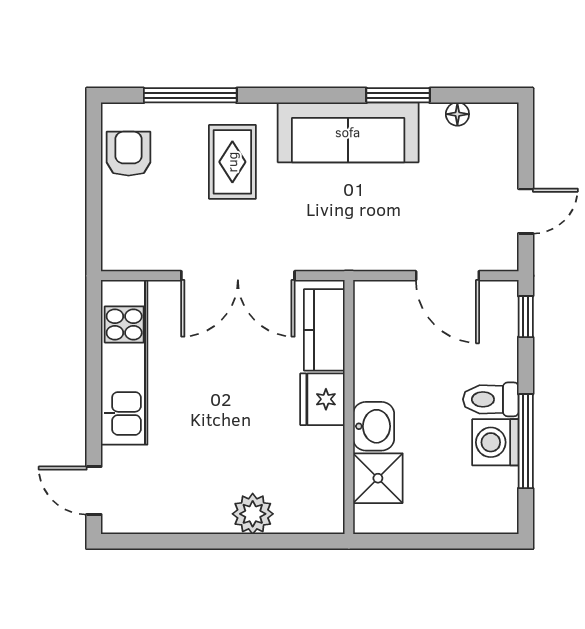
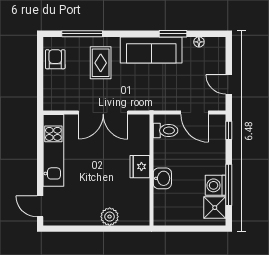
door: (526, 211) -> (229, 84), swing flipped
kitchen counter: (324, 330) -> (141, 136), removed
toilet: (491, 399) -> (166, 130), moved, turned 180
shower: (378, 478) -> (215, 208), moved

